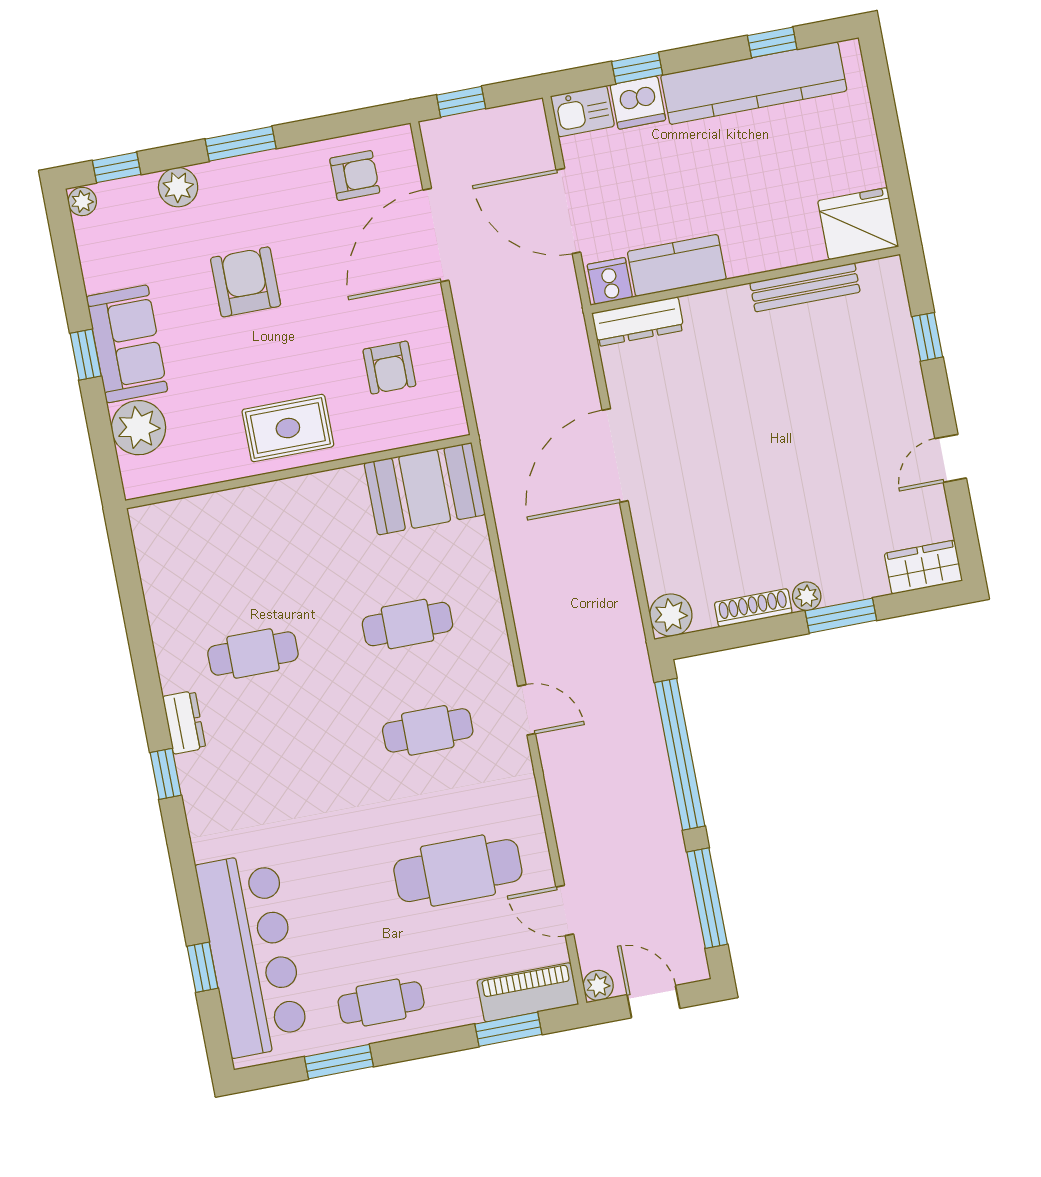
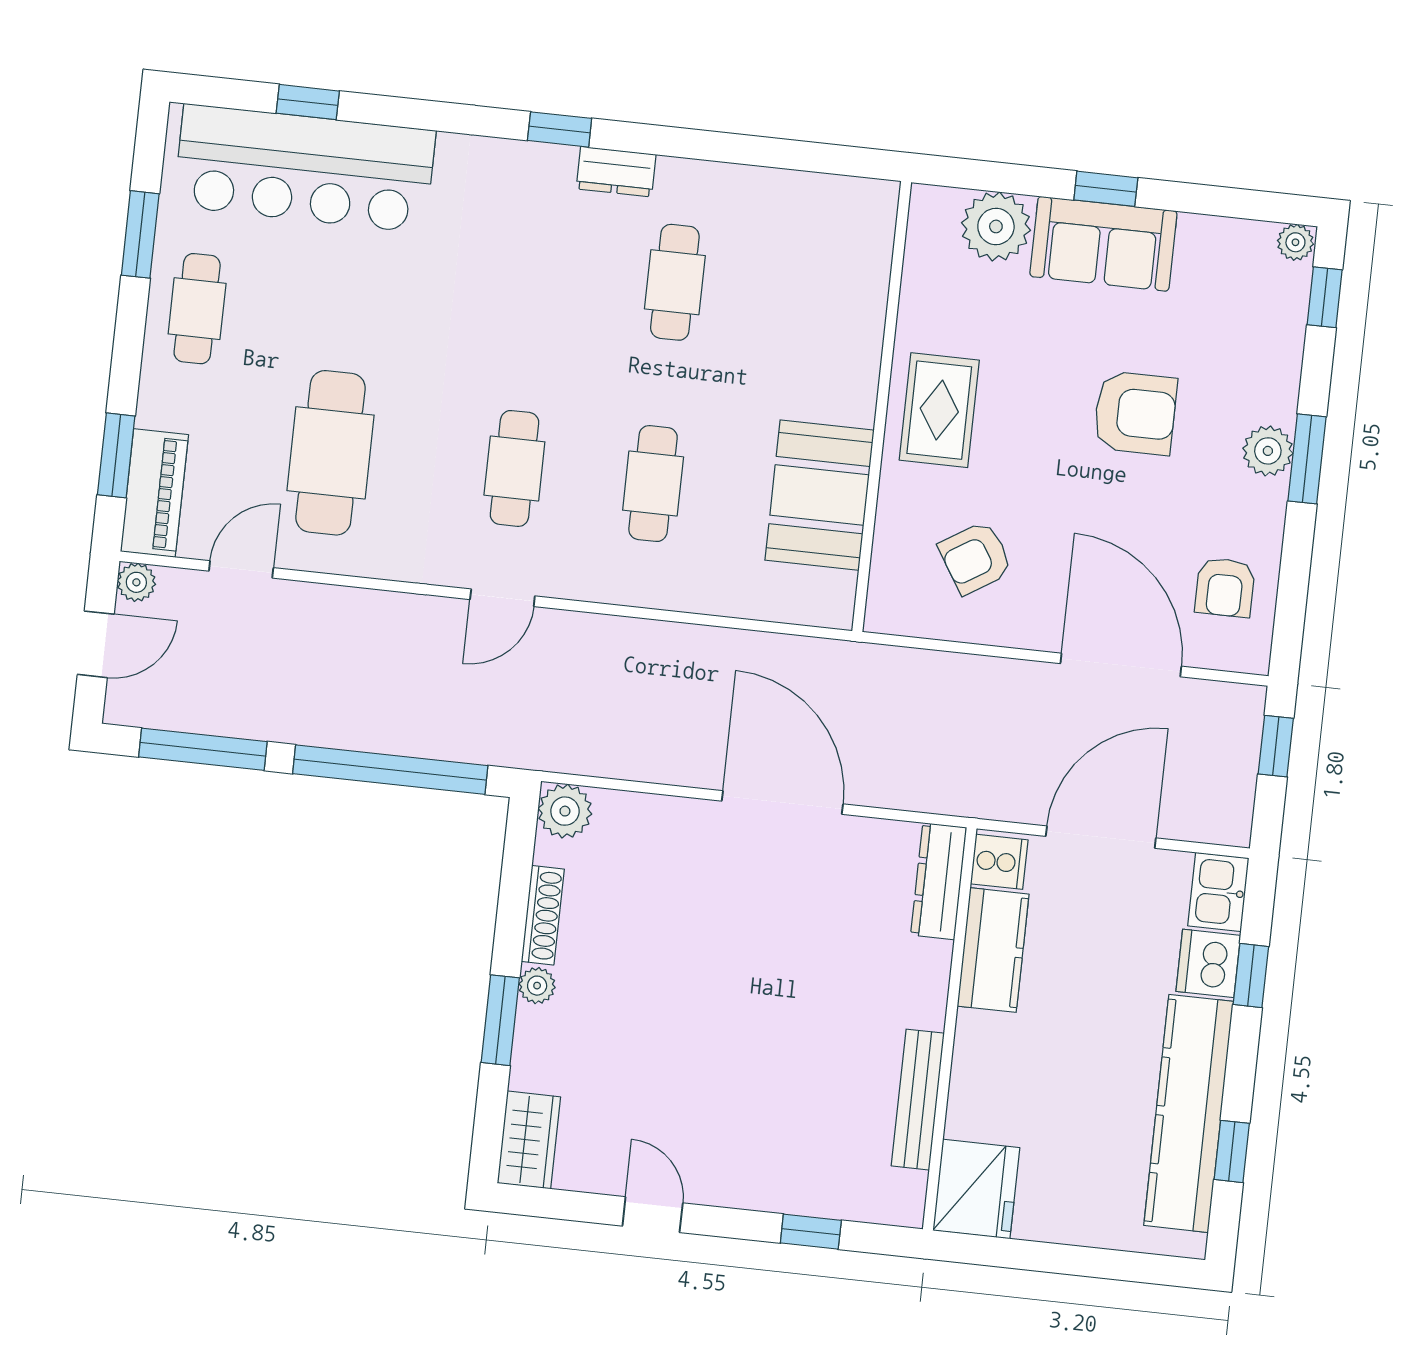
plant: (178, 187) -> (1268, 451), moved
armchair: (389, 368) -> (976, 558), turned -32
booth: (425, 489) -> (820, 495), moved

